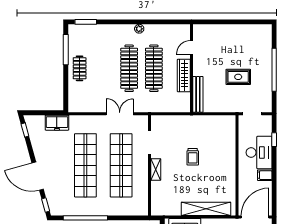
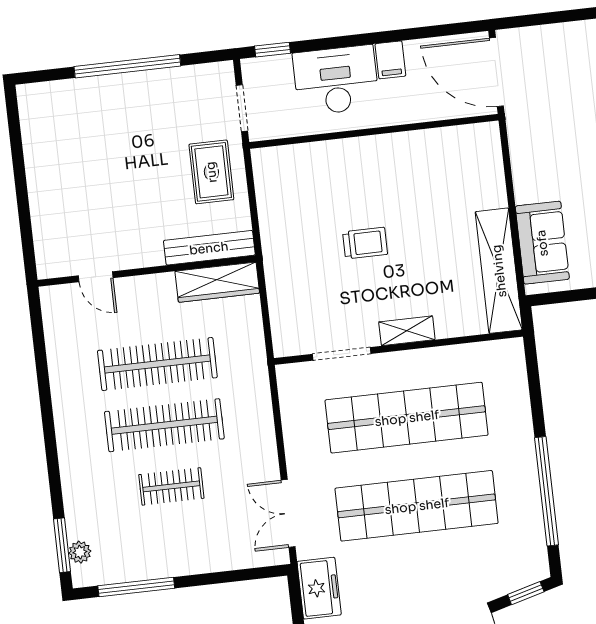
plant: (139, 29) -> (80, 552), moved
clothes rail: (80, 68) -> (171, 486), moved
wardrobe: (184, 75) -> (217, 282), moved
rug: (238, 77) -> (211, 172), moved
double door: (120, 114) -> (288, 513), moved
window: (274, 140) -> (273, 50), moved
shelving: (206, 209) -> (499, 271), moved

